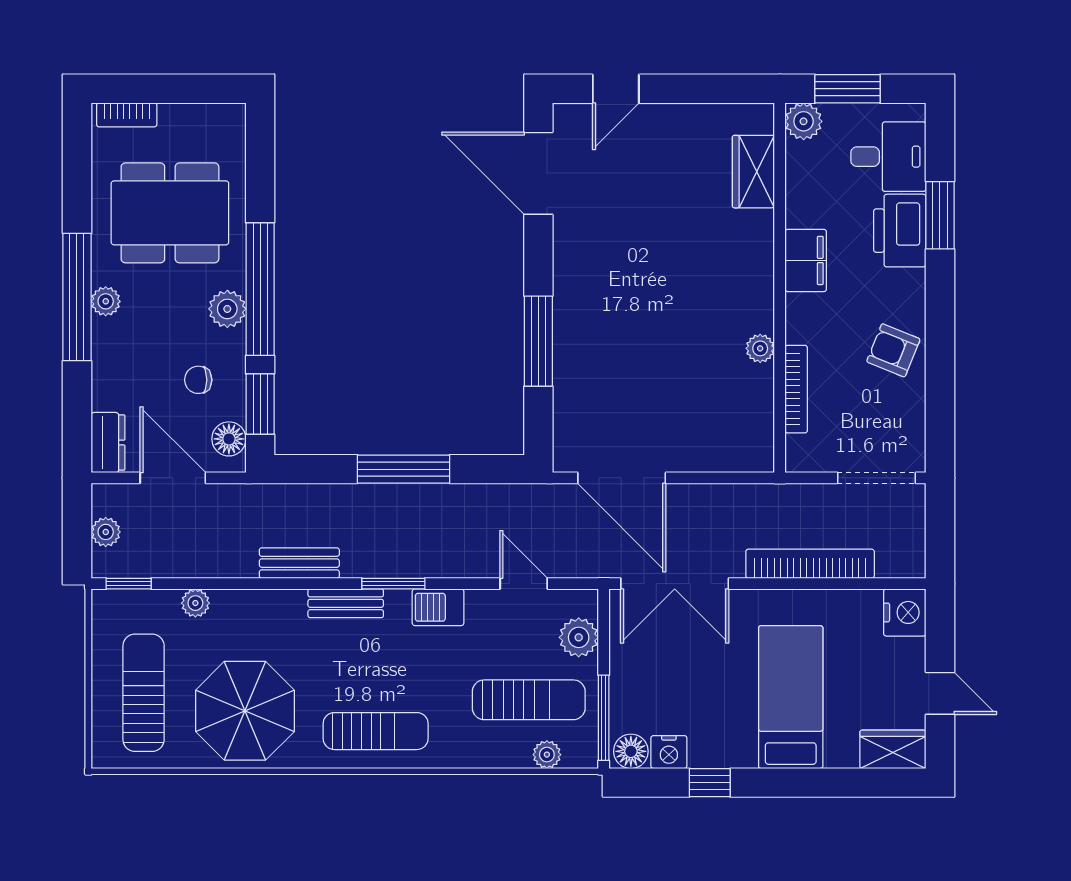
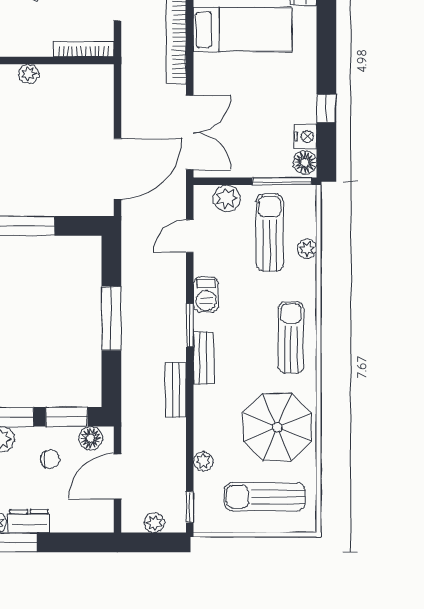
chair: (198, 380) -> (50, 459), turned -90
bookcase: (796, 389) -> (84, 49), moved
dresser: (108, 443) -> (29, 521), moved
bed: (791, 697) -> (243, 30), moved, turned 180
plant: (547, 755) -> (307, 249), moved

